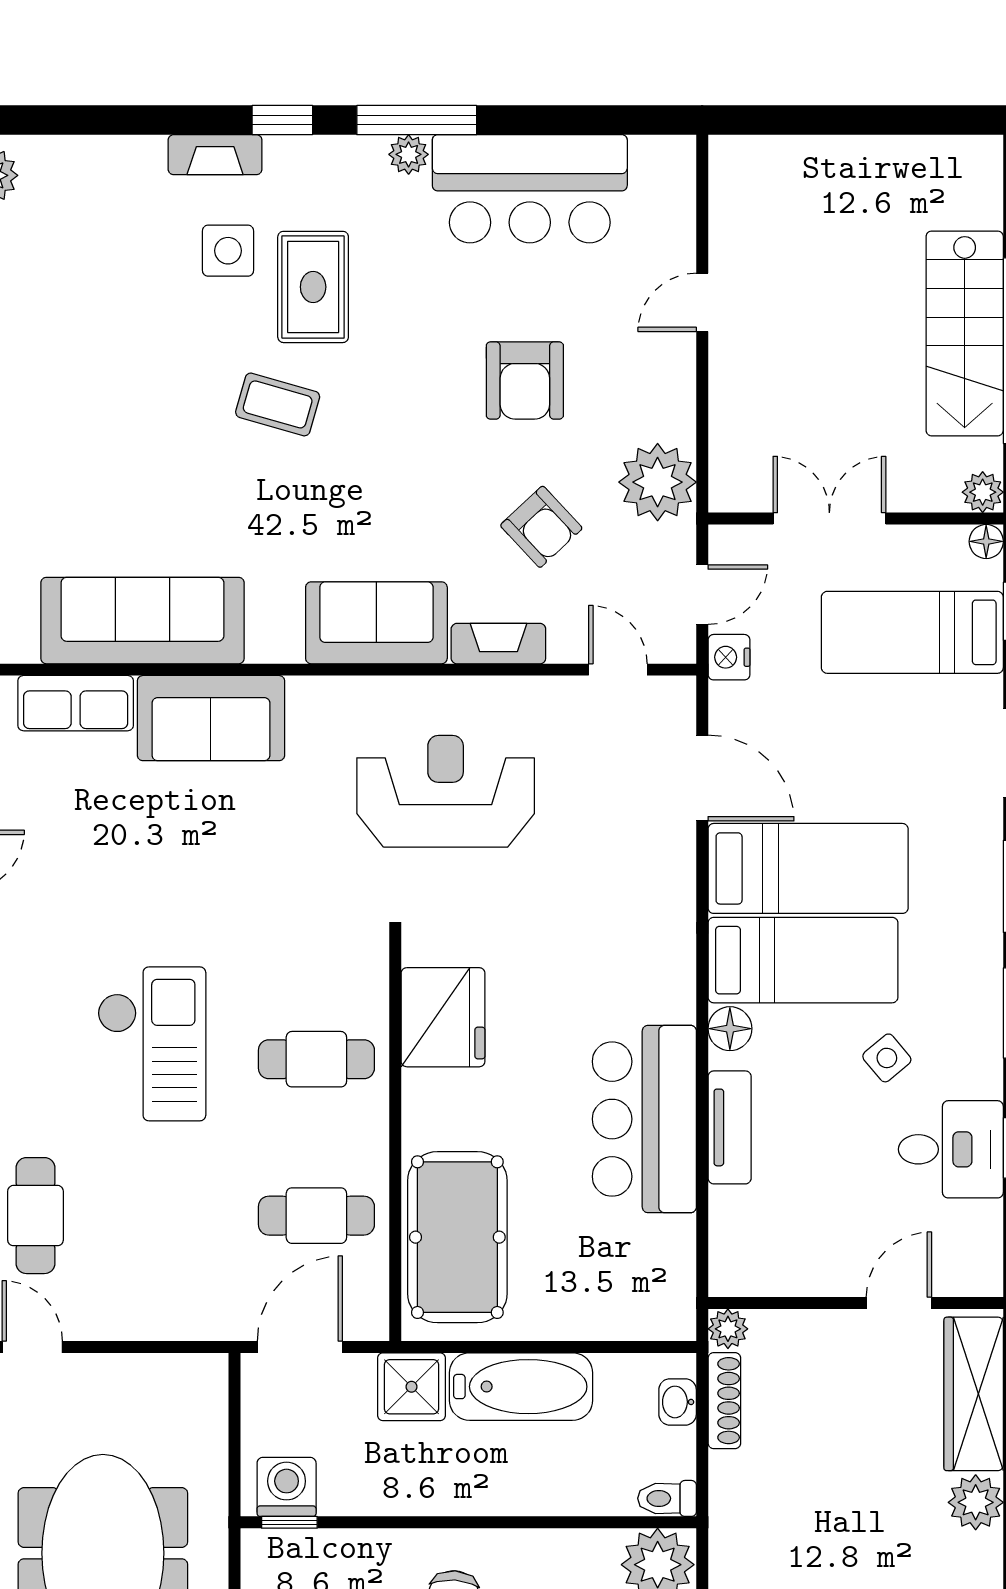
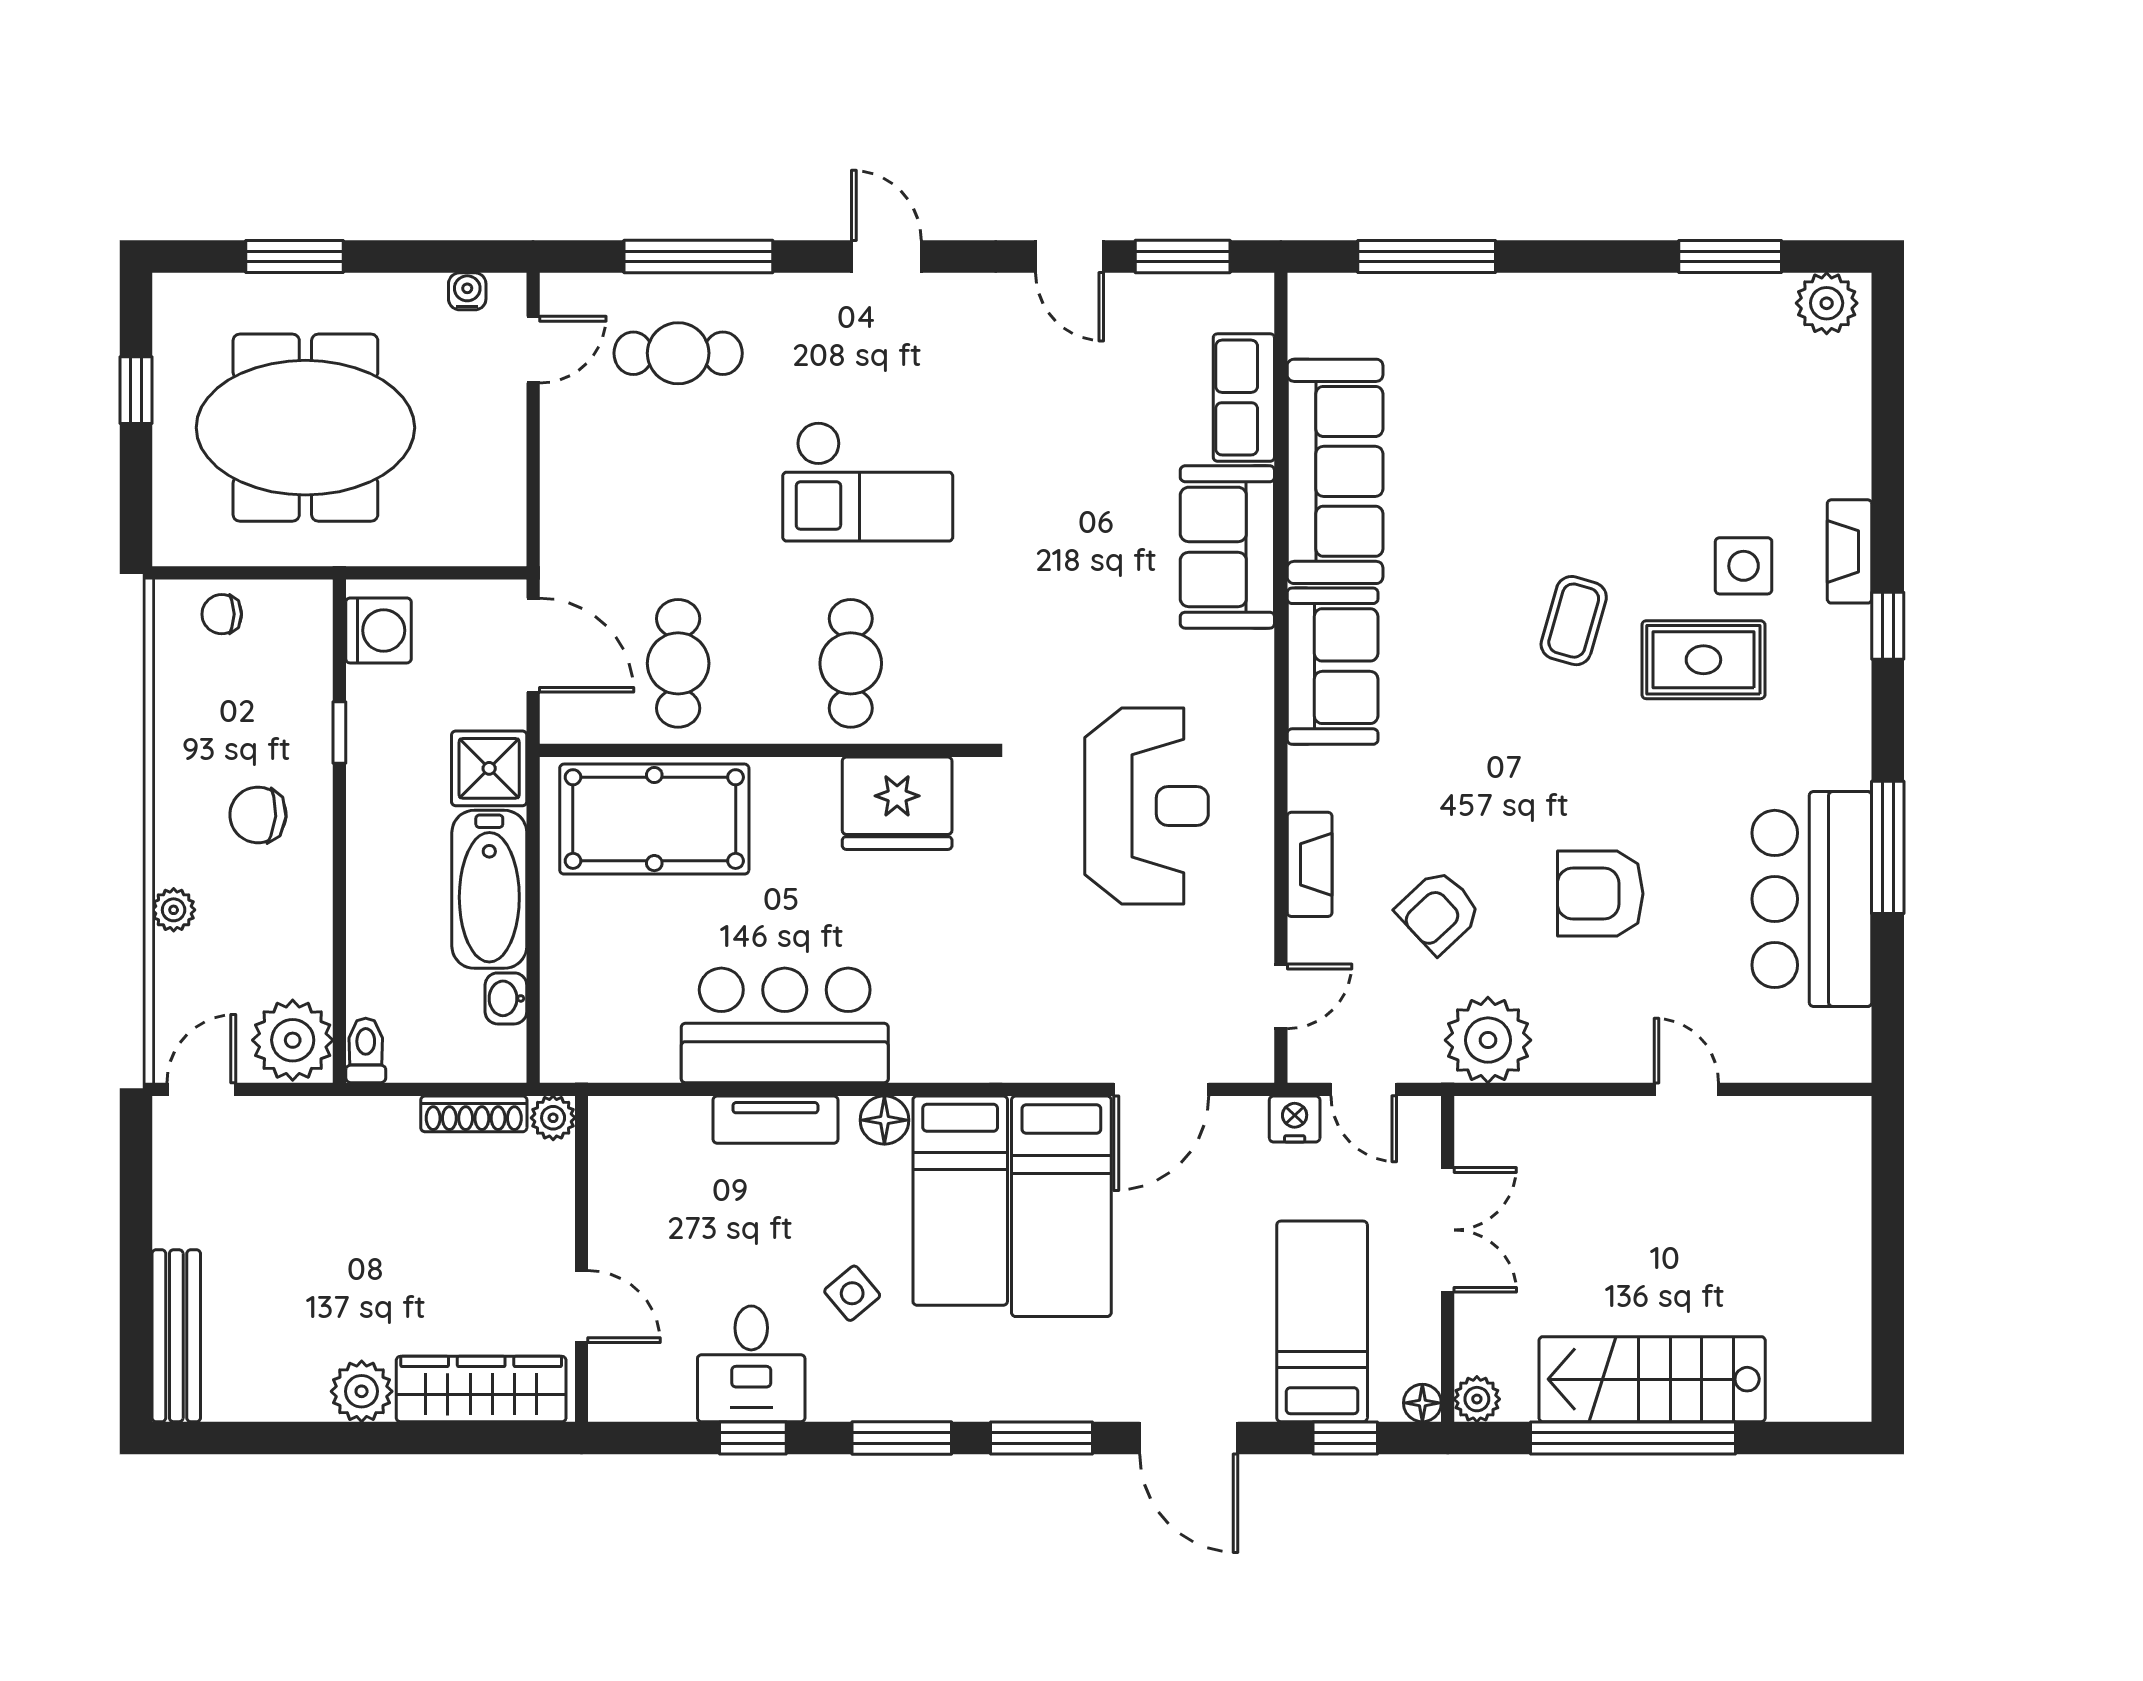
window: (417, 120) -> (1888, 847), moved
plant: (409, 154) -> (1850, 765), removed
sofa: (376, 623) -> (1333, 666), moved
washbasin: (678, 1402) -> (506, 998), moved, turned -90
window: (289, 1522) -> (339, 732), moved

